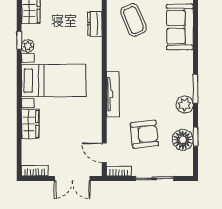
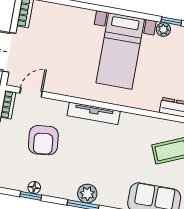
plant: (185, 105) -> (87, 194), moved
wardrobe: (30, 124) -> (77, 17), removed
floor lamp: (183, 140) -> (34, 187), width x0.53, depth x0.53

